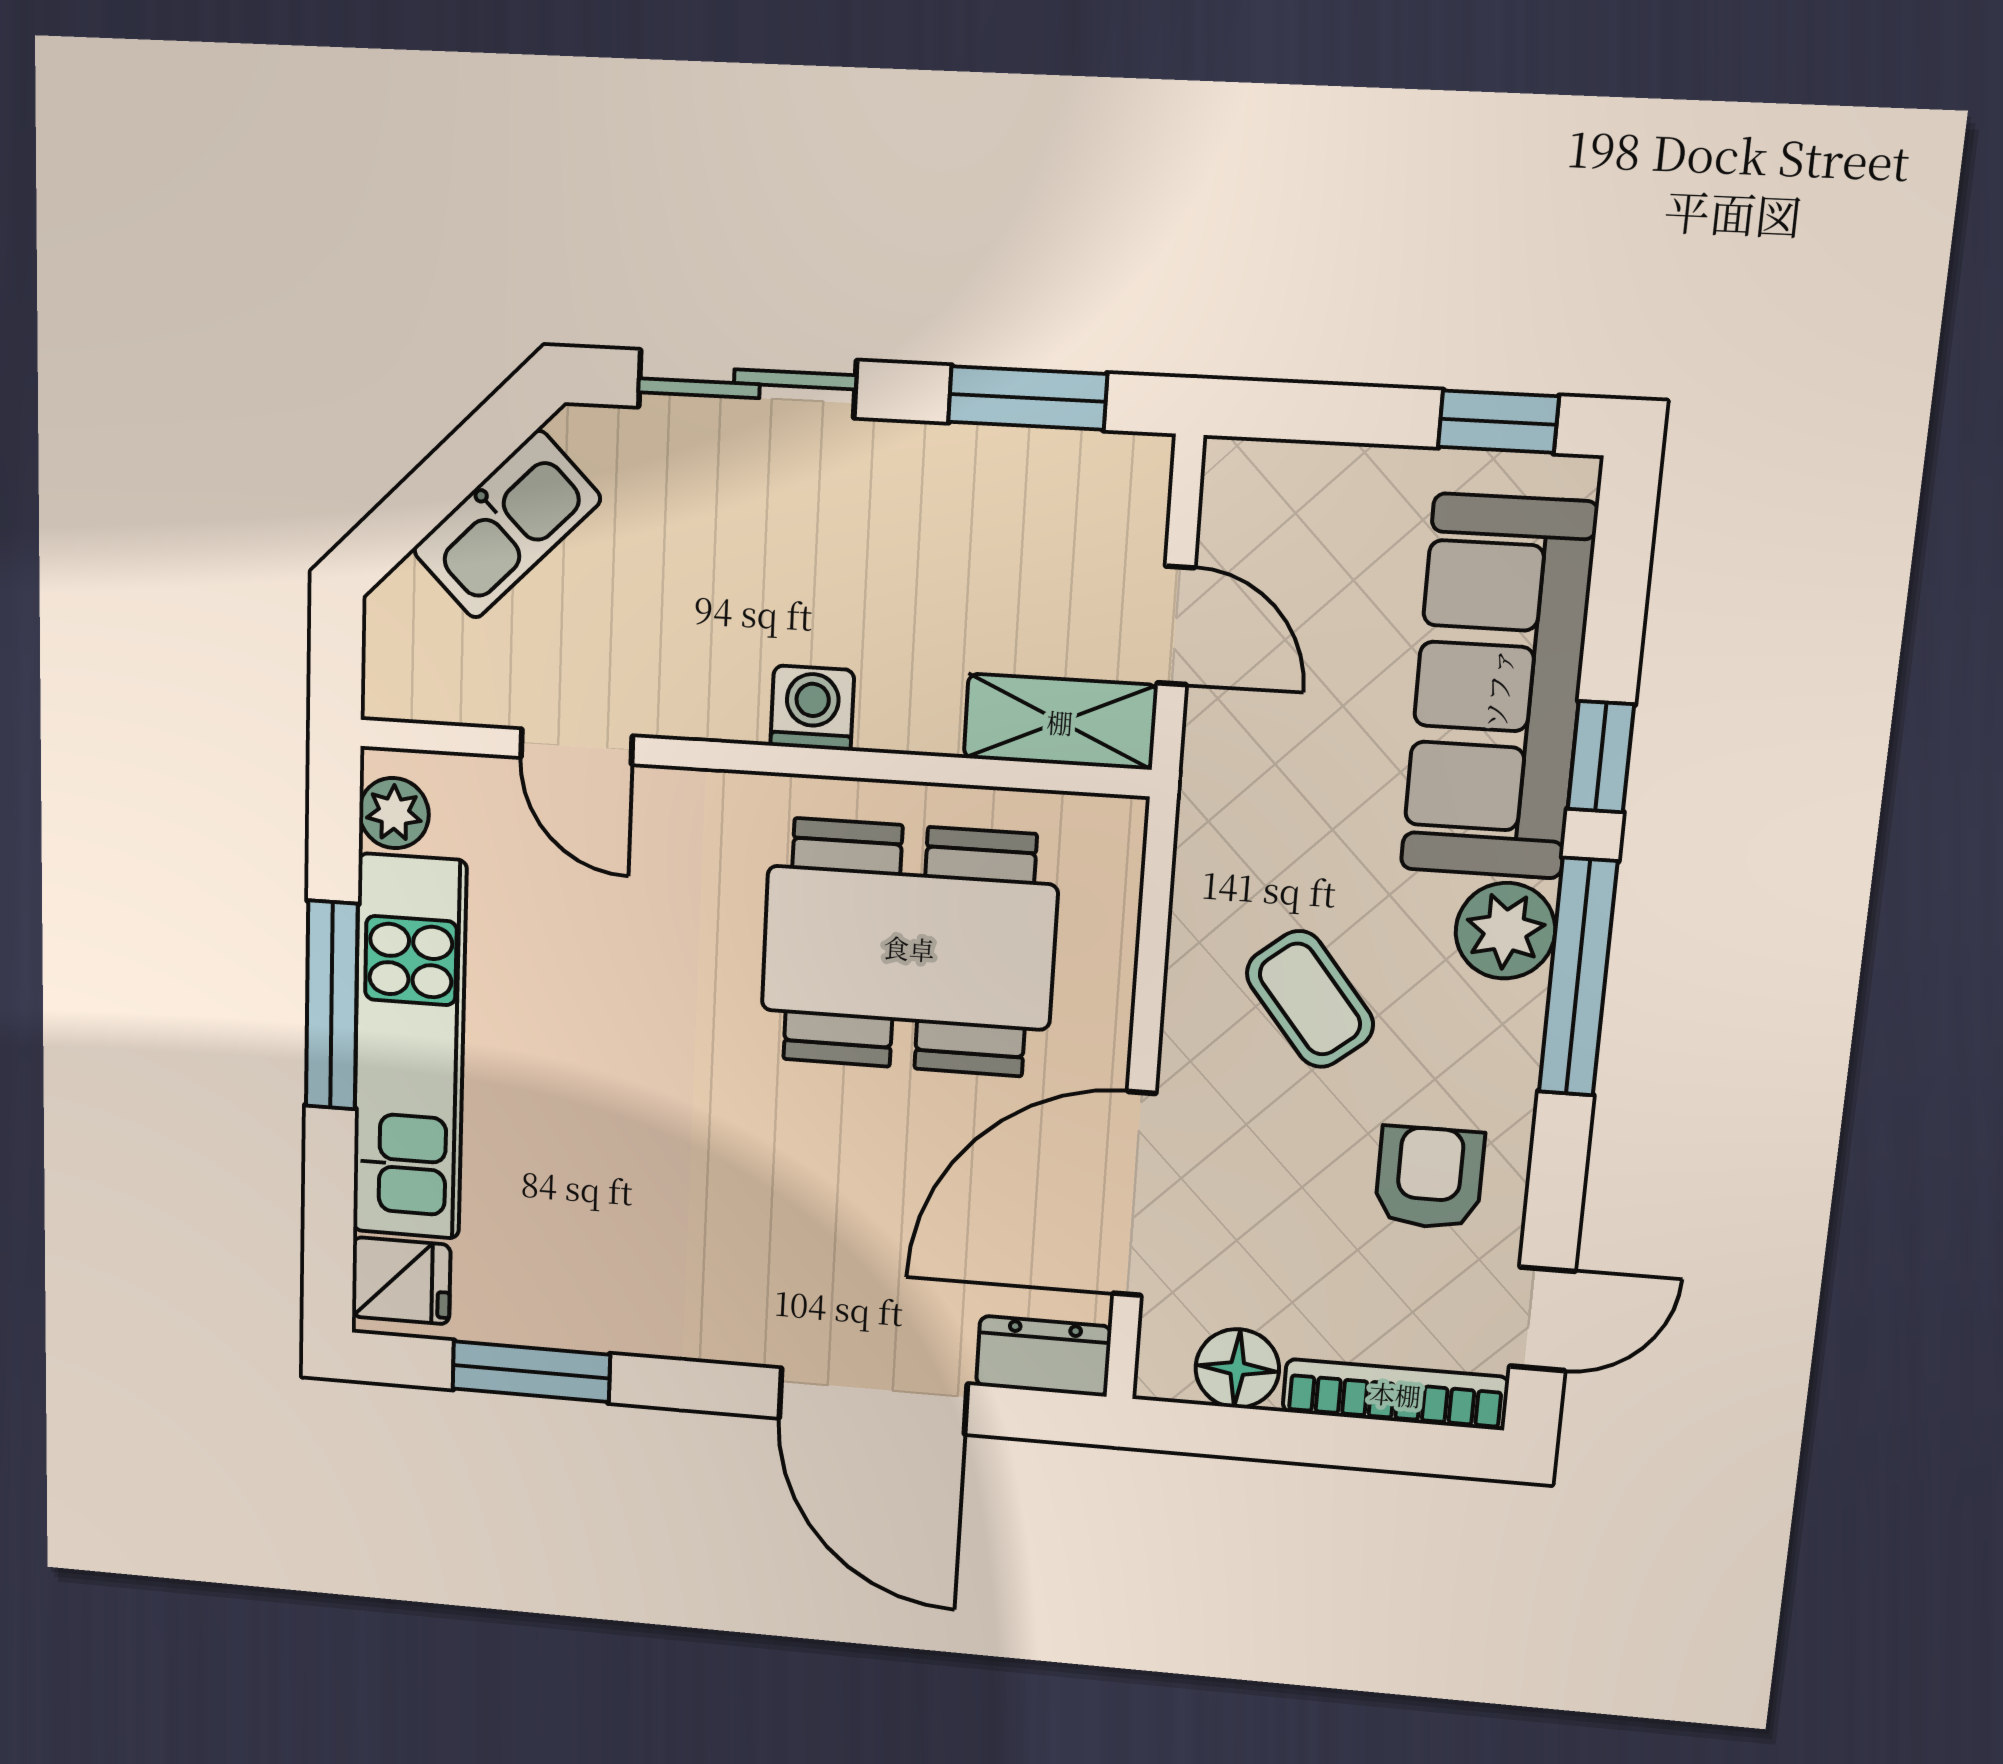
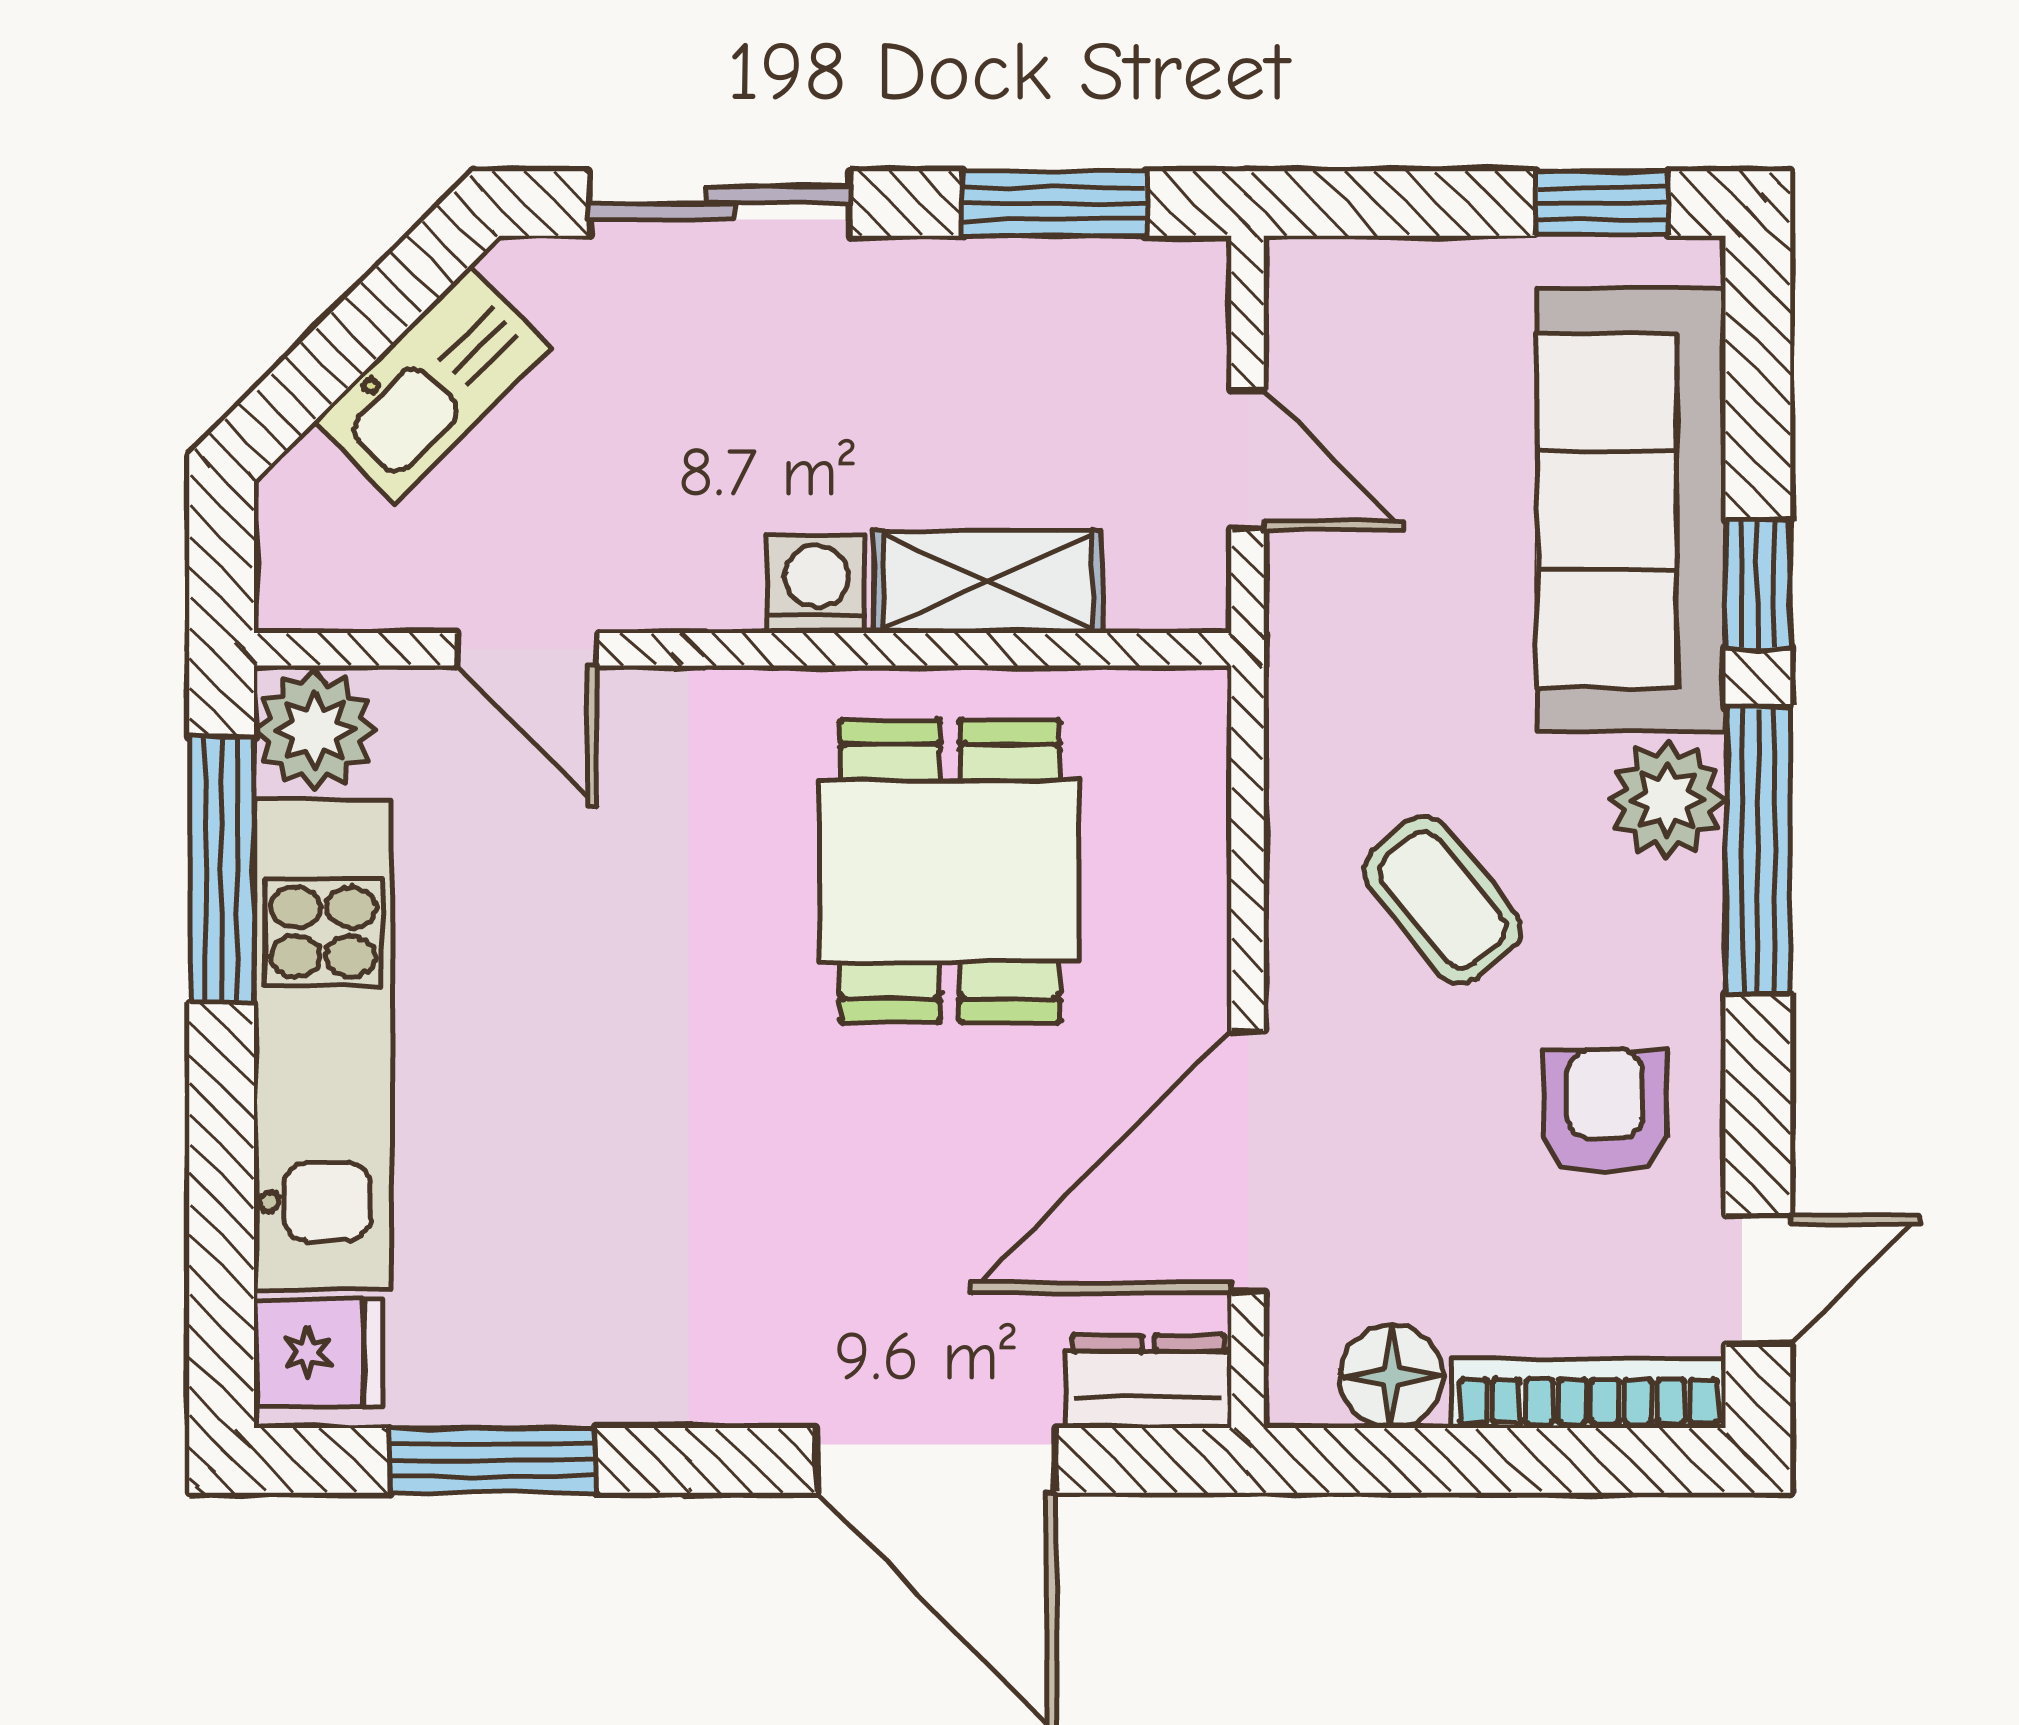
shelving: (1060, 722) -> (988, 582), moved
plant: (394, 813) -> (315, 730), width x1.38, depth x1.38
dining table: (909, 948) -> (950, 871), width x0.73
window: (332, 1005) -> (222, 870), moved

